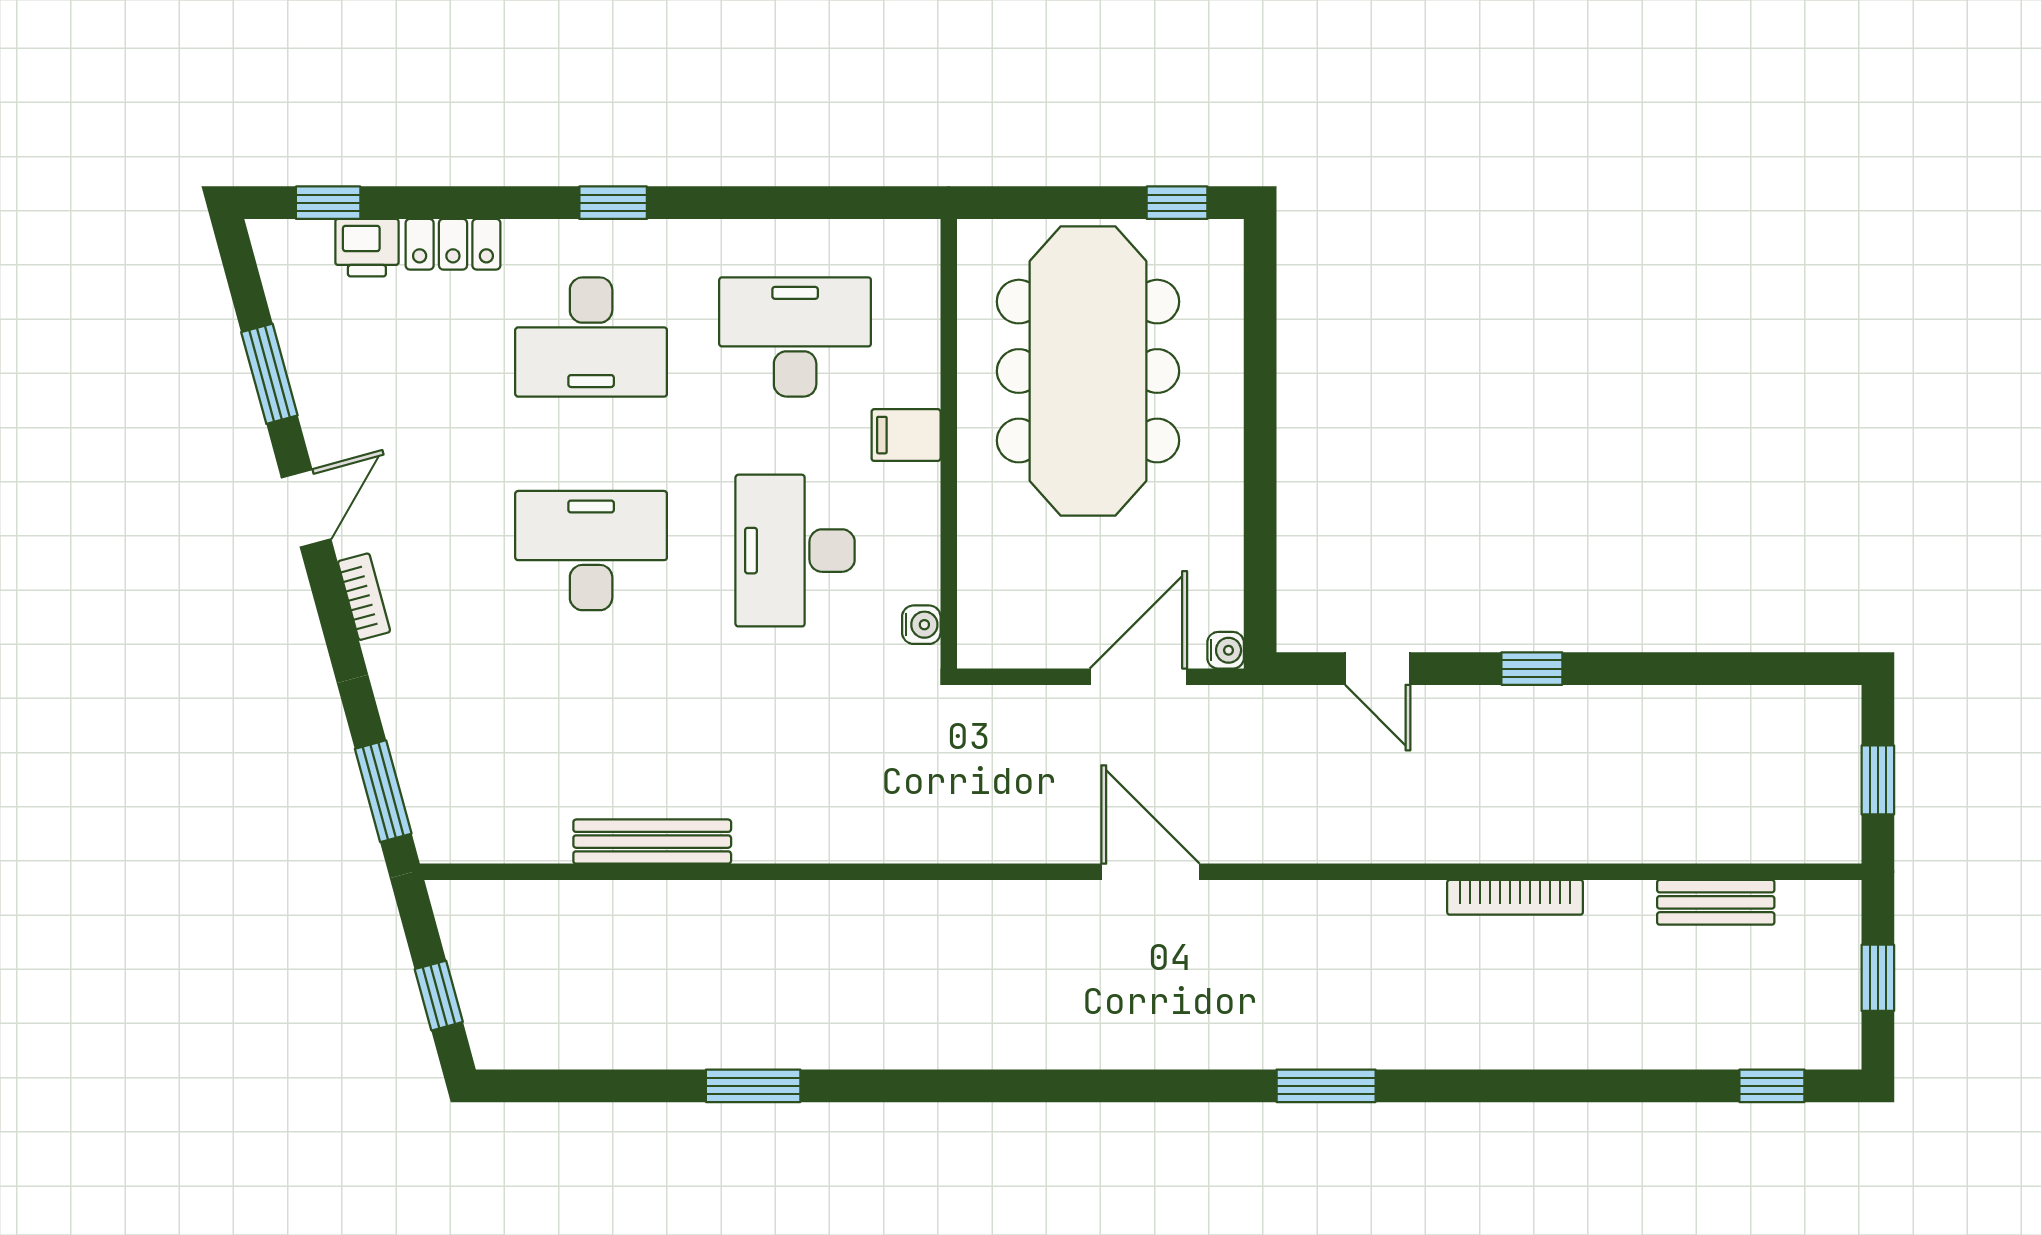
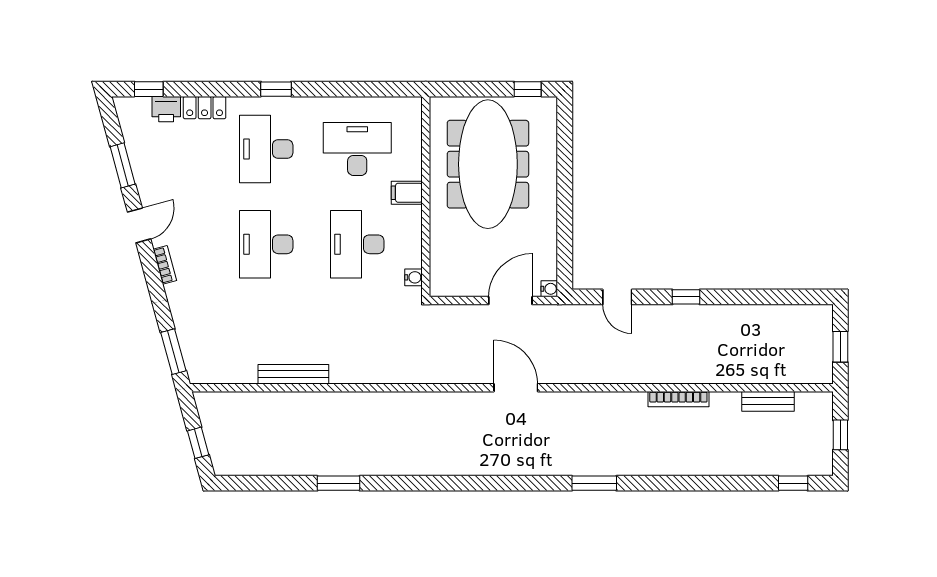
desk: (591, 337) -> (266, 149), turned 90
desk: (591, 551) -> (266, 244), turned -90

